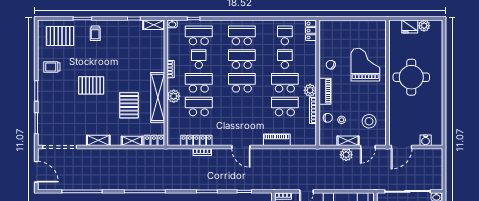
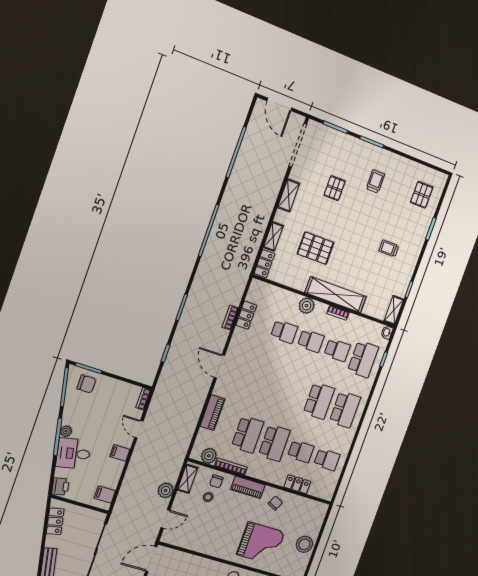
locker: (311, 30) -> (297, 484), moved
trolley: (95, 33) -> (389, 248), moved
pallet: (60, 36) -> (422, 195), width x0.67, depth x0.71
trolley: (52, 67) -> (375, 181), moved
school desk: (199, 83) -> (311, 341), width x0.54
school desk: (242, 83) -> (292, 392), removed
pallet: (91, 85) -> (335, 188), moved, width x0.67, depth x0.71
plant: (310, 90) -> (209, 456), moved
shelving: (158, 97) -> (336, 295), moved
school desk: (199, 106) -> (284, 332), width x0.54
stool: (369, 121) -> (304, 544), moved
locker: (196, 140) -> (246, 315), width x0.66
shelving: (348, 141) -> (188, 479), moved
door: (241, 147) -> (219, 366), hinge flipped
door: (368, 147) -> (165, 519), swing flipped
door: (402, 147) -> (151, 559), hinge flipped
door: (36, 172) -> (279, 104), hinge flipped

